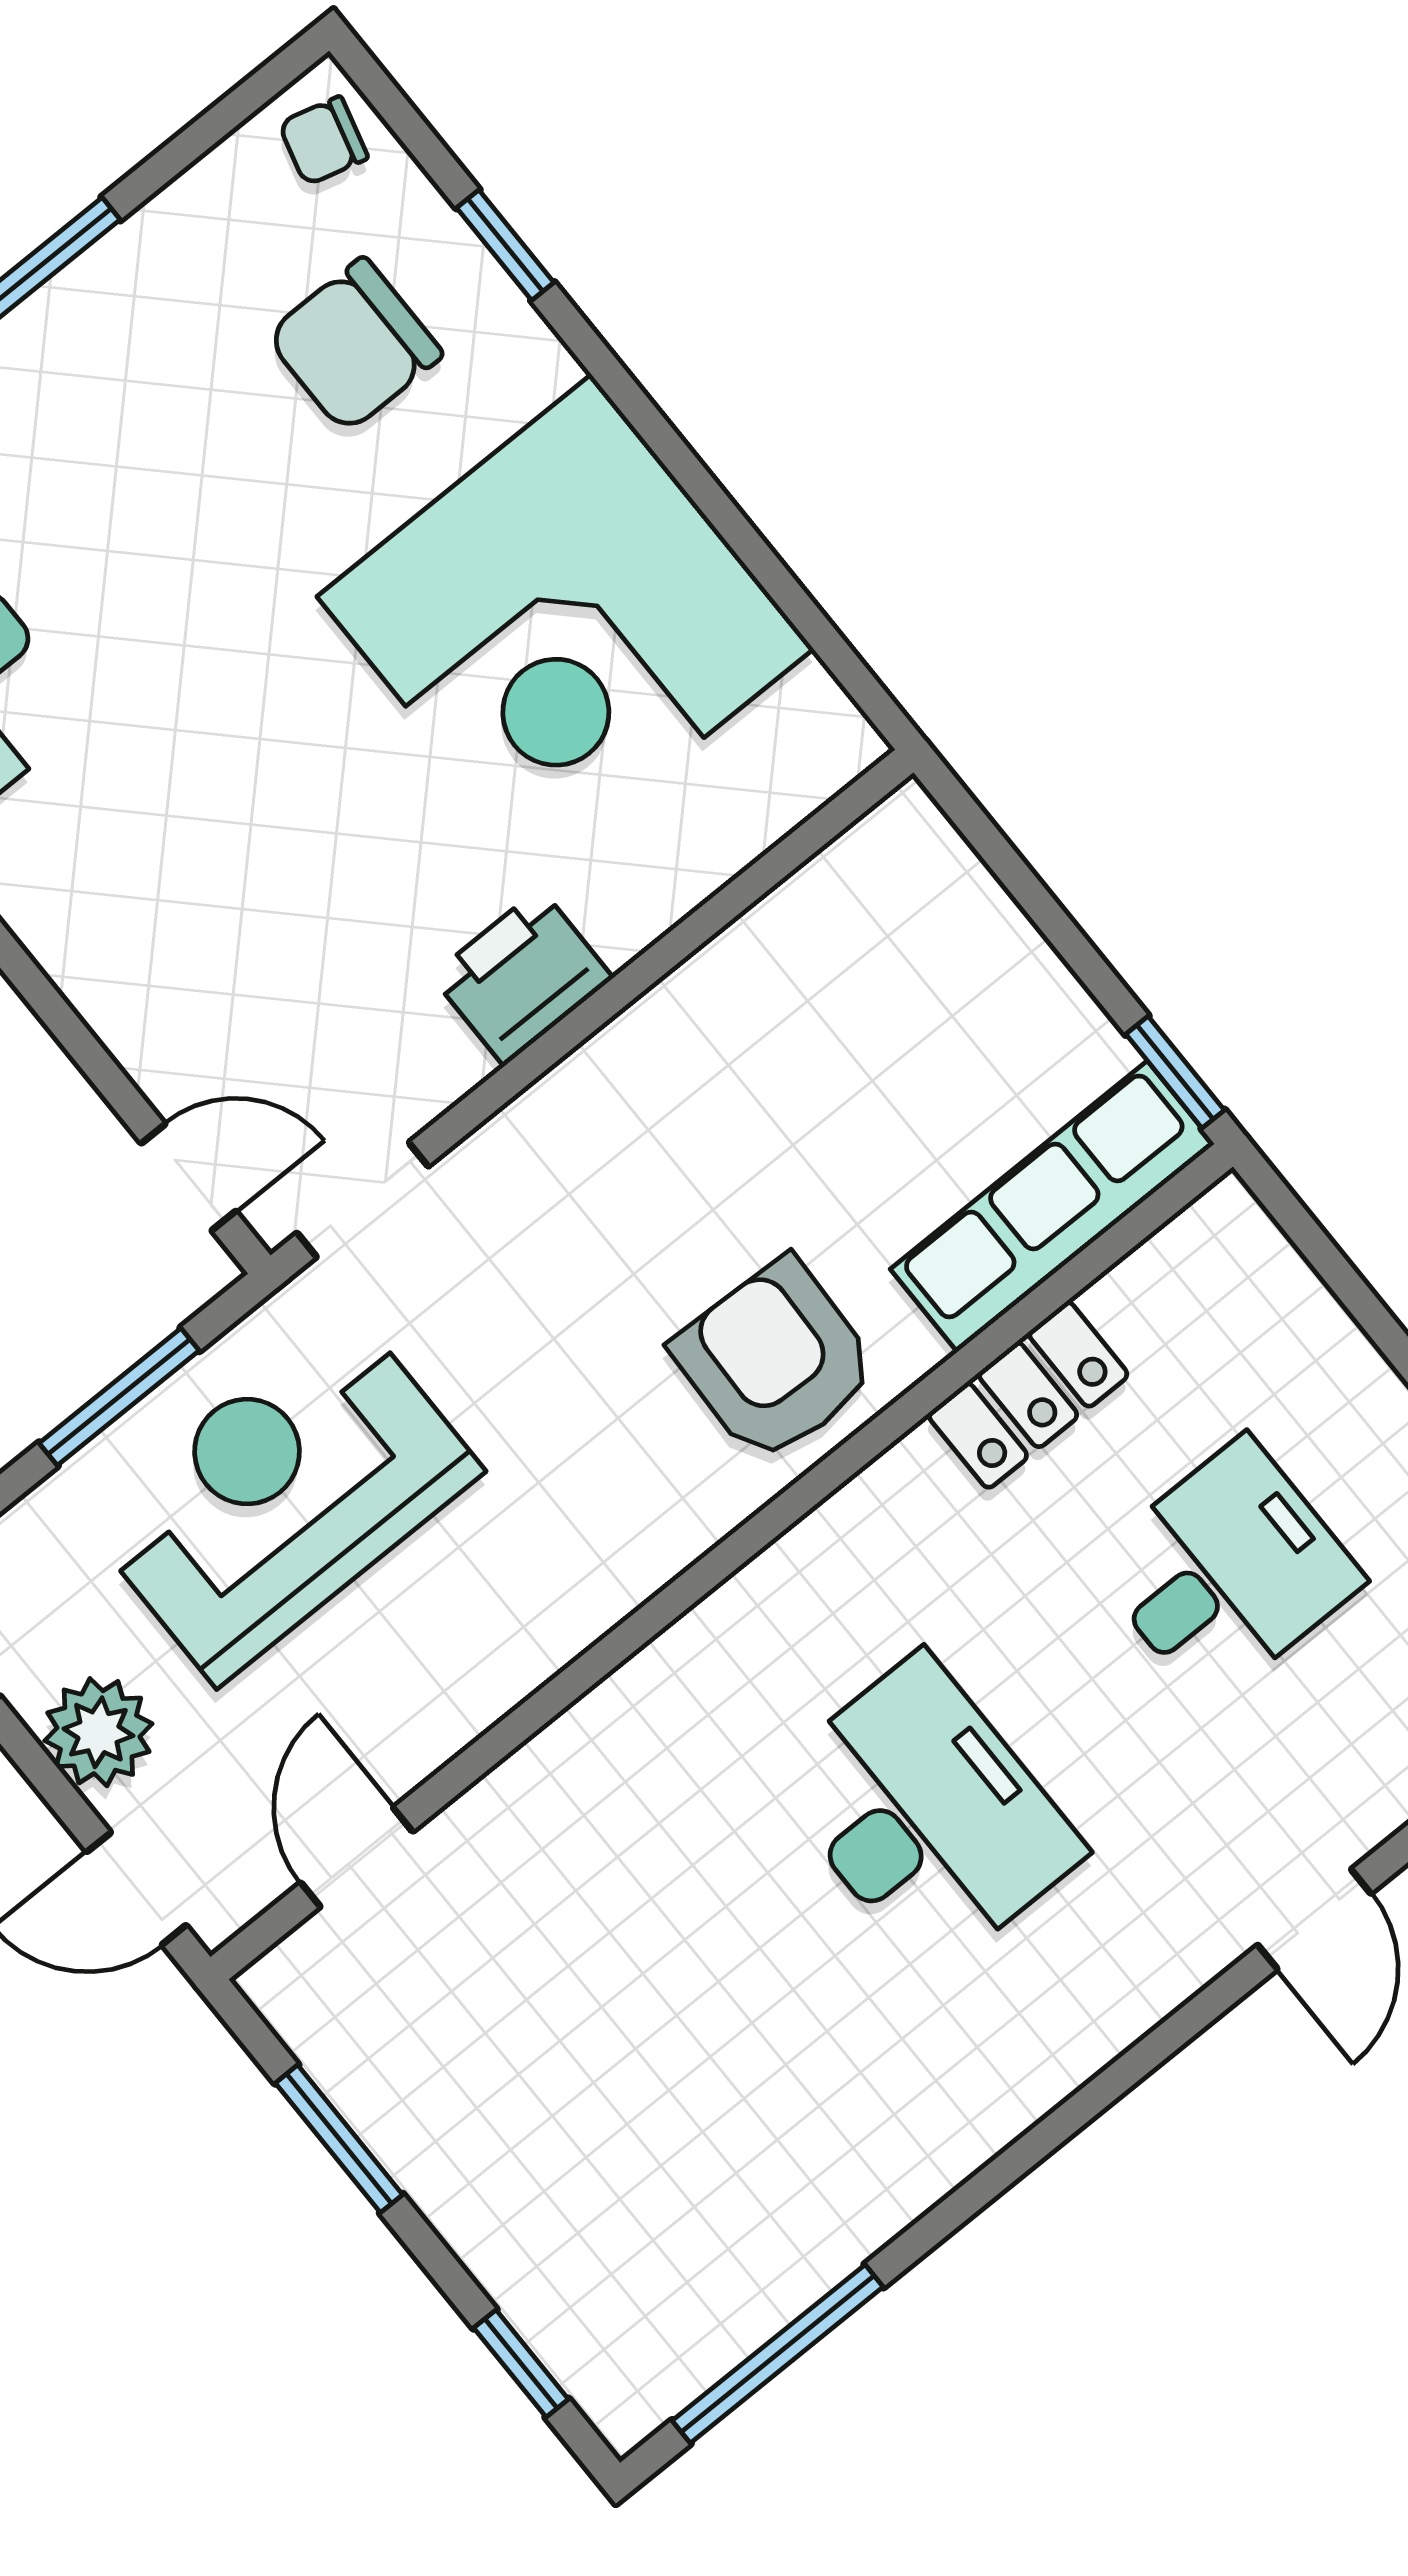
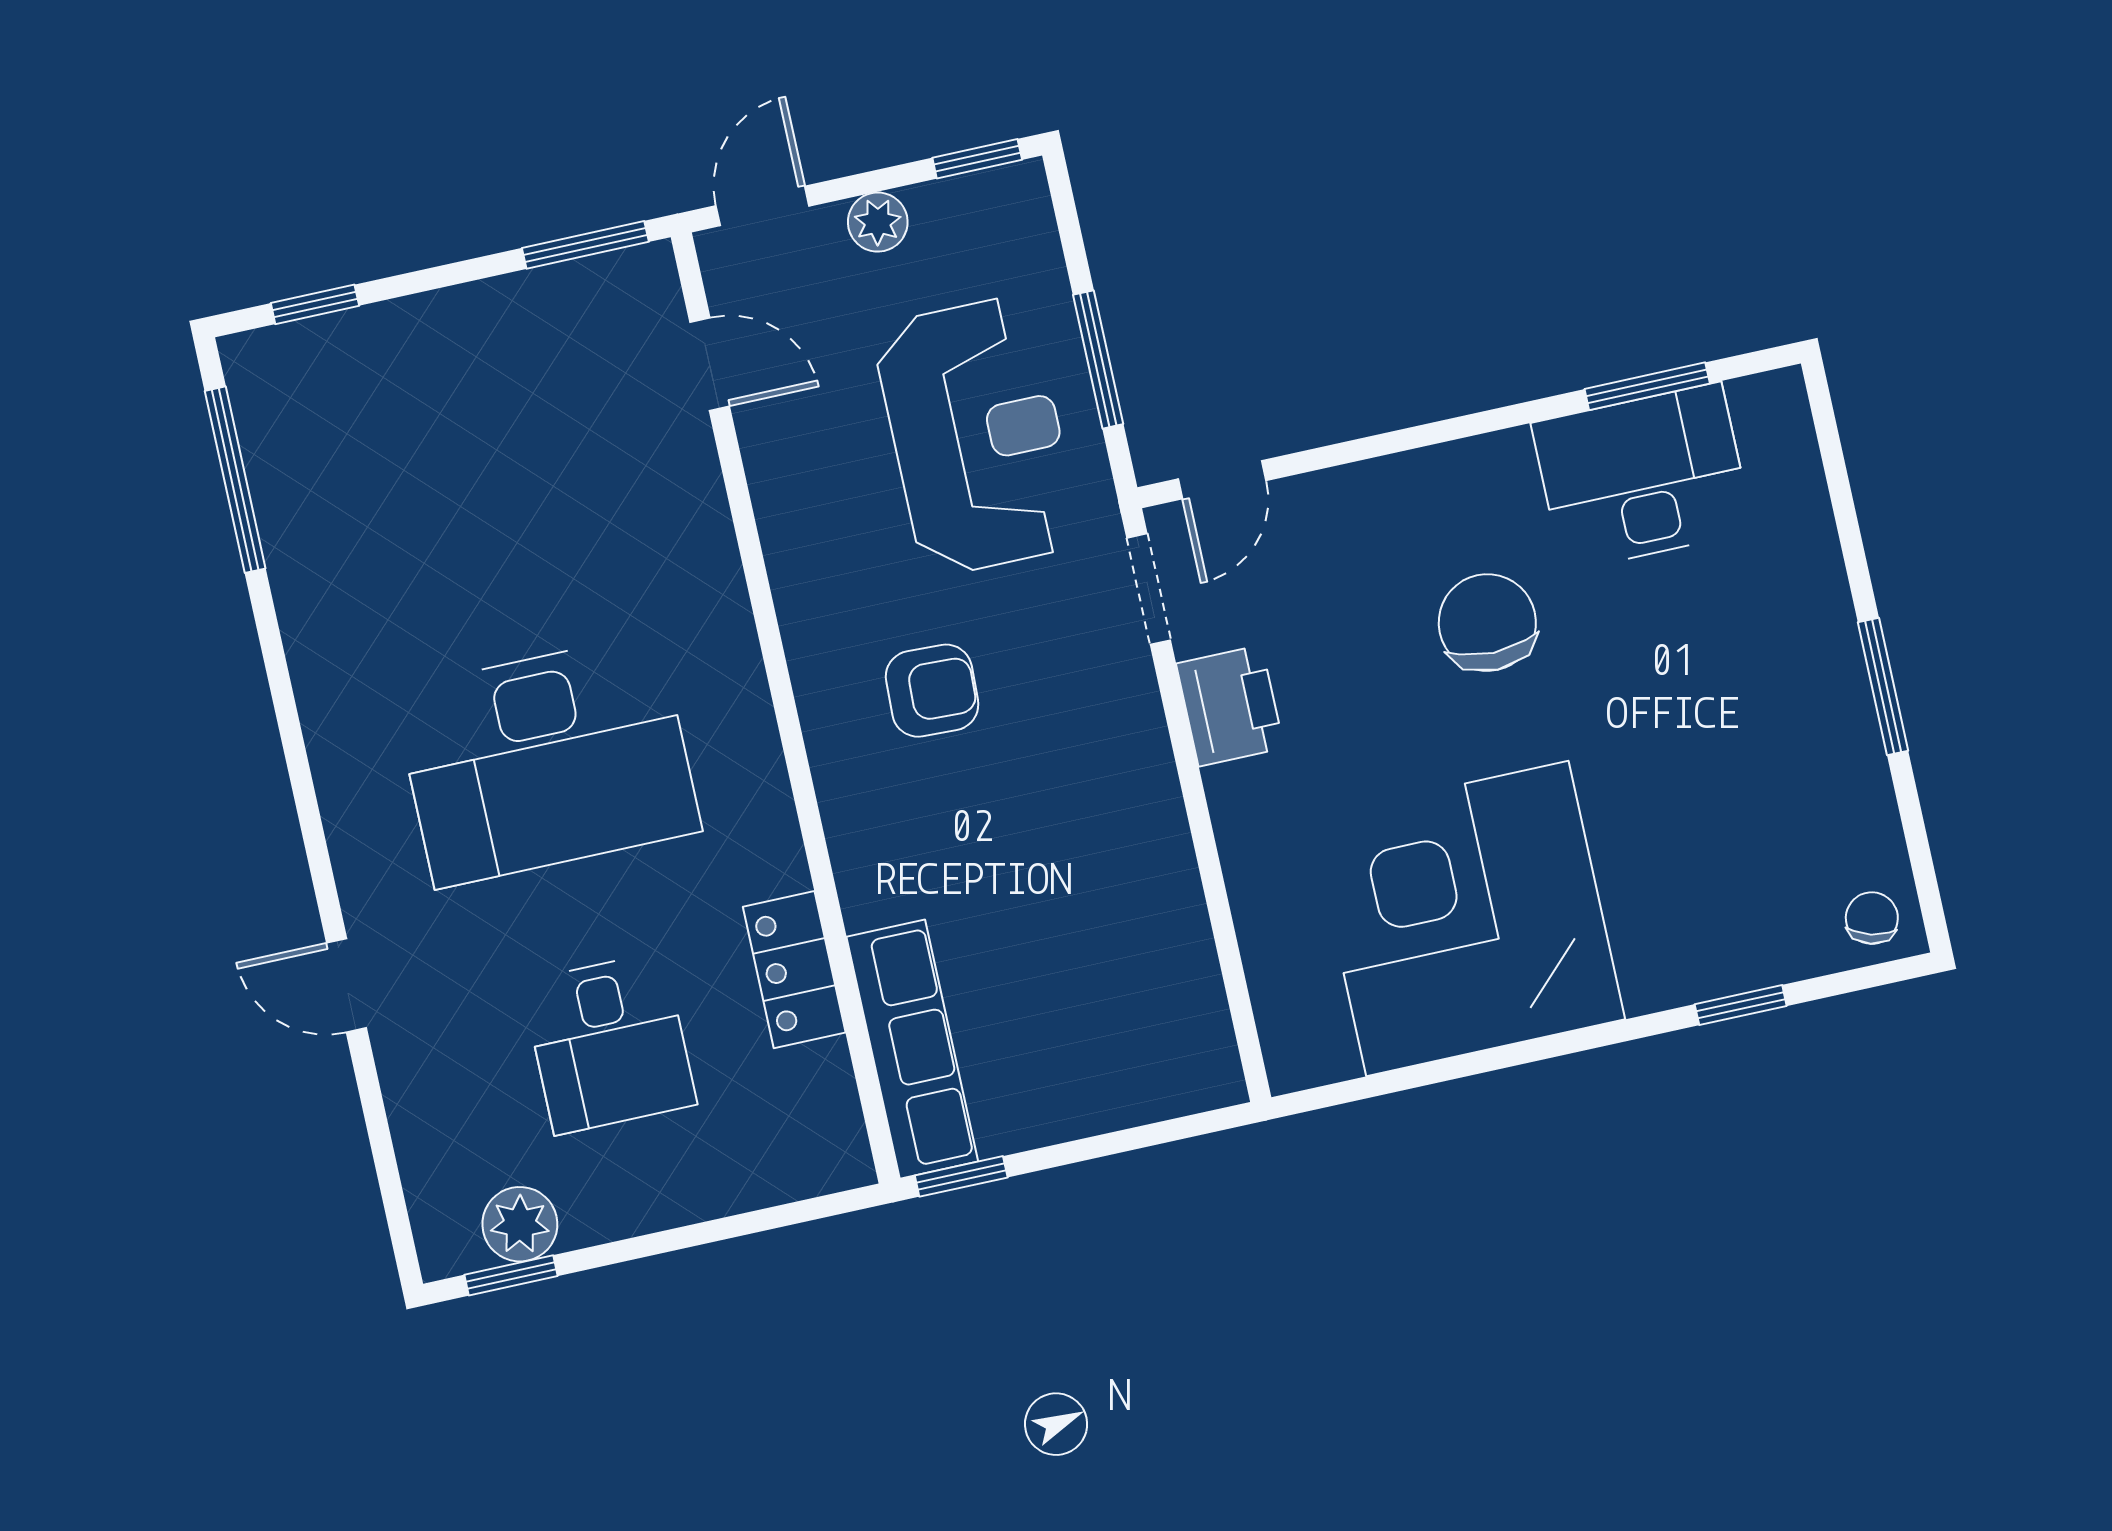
chair: (354, 345) -> (1487, 623), moved
printer: (522, 977) -> (1230, 706), moved
armchair: (775, 1361) -> (932, 691), moved, width x0.72, depth x0.72
plant: (98, 1732) -> (878, 222), width x0.73, depth x0.73
desk: (926, 1815) -> (547, 760), width x1.36, depth x1.30
window: (339, 2139) -> (585, 245), moved

